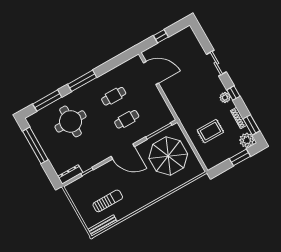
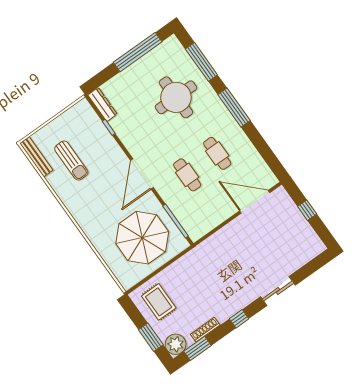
door: (151, 73) -> (255, 202), swing flipped
plant: (225, 97) -> (232, 308), removed
rug: (210, 131) -> (159, 302), moved

